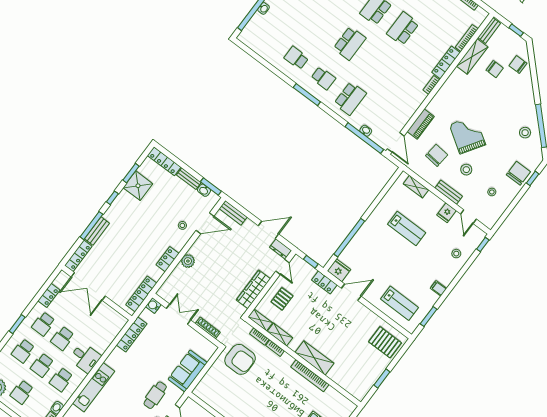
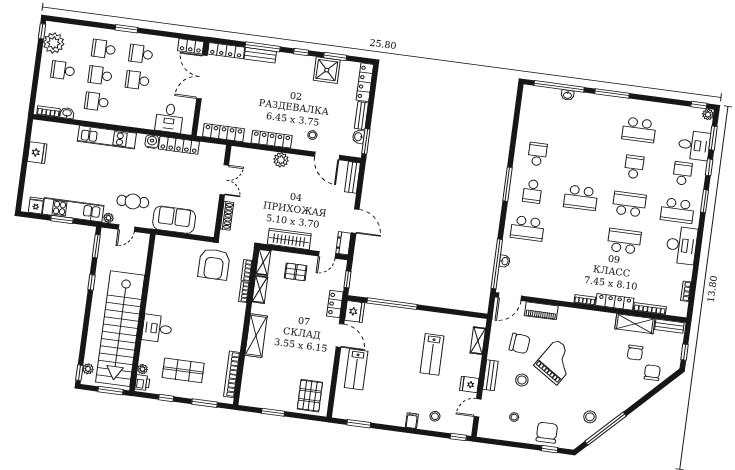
chair: (518, 173) -> (547, 433), turned -90
locker: (168, 259) -> (272, 139), width x1.53
filing cabinet: (438, 288) -> (412, 421), moved
locker: (49, 295) -> (191, 46), moved
lab bench: (400, 303) -> (356, 369), moved
water cooler: (153, 305) -> (152, 142), moved
desk: (85, 358) -> (169, 118), moved
bookcase: (310, 376) -> (232, 374), moved

